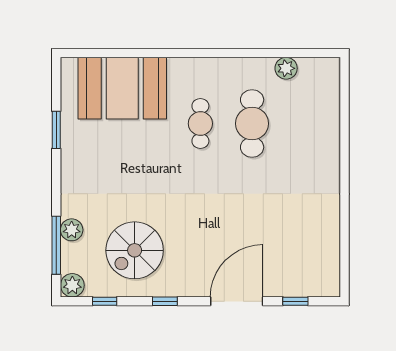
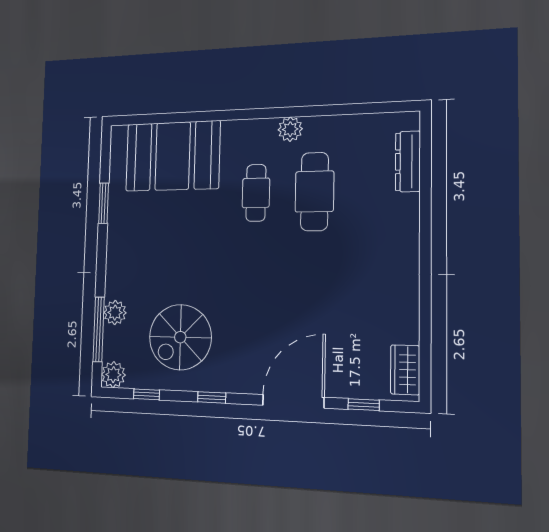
plant: (286, 68) -> (290, 129), moved
dresser: (330, 100) -> (408, 161), added
wardrobe: (329, 272) -> (405, 370), added

